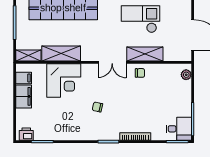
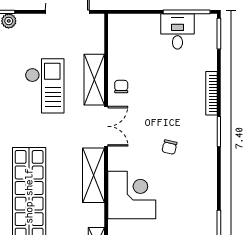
checkout: (140, 19) -> (45, 86), turned 180
shelving: (61, 54) -> (94, 175), moved
plant: (186, 75) -> (124, 21), removed
desk: (179, 129) -> (177, 31), moved

